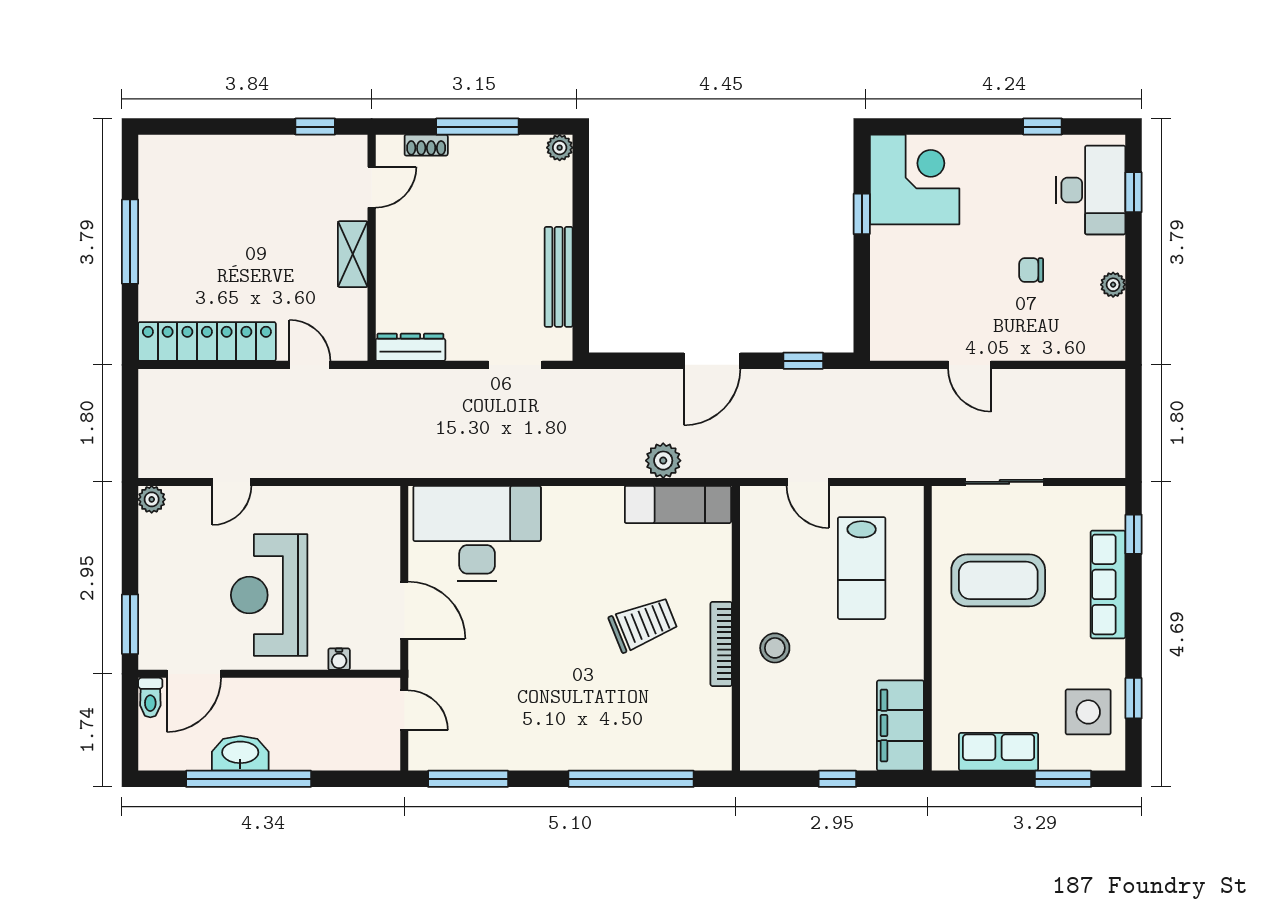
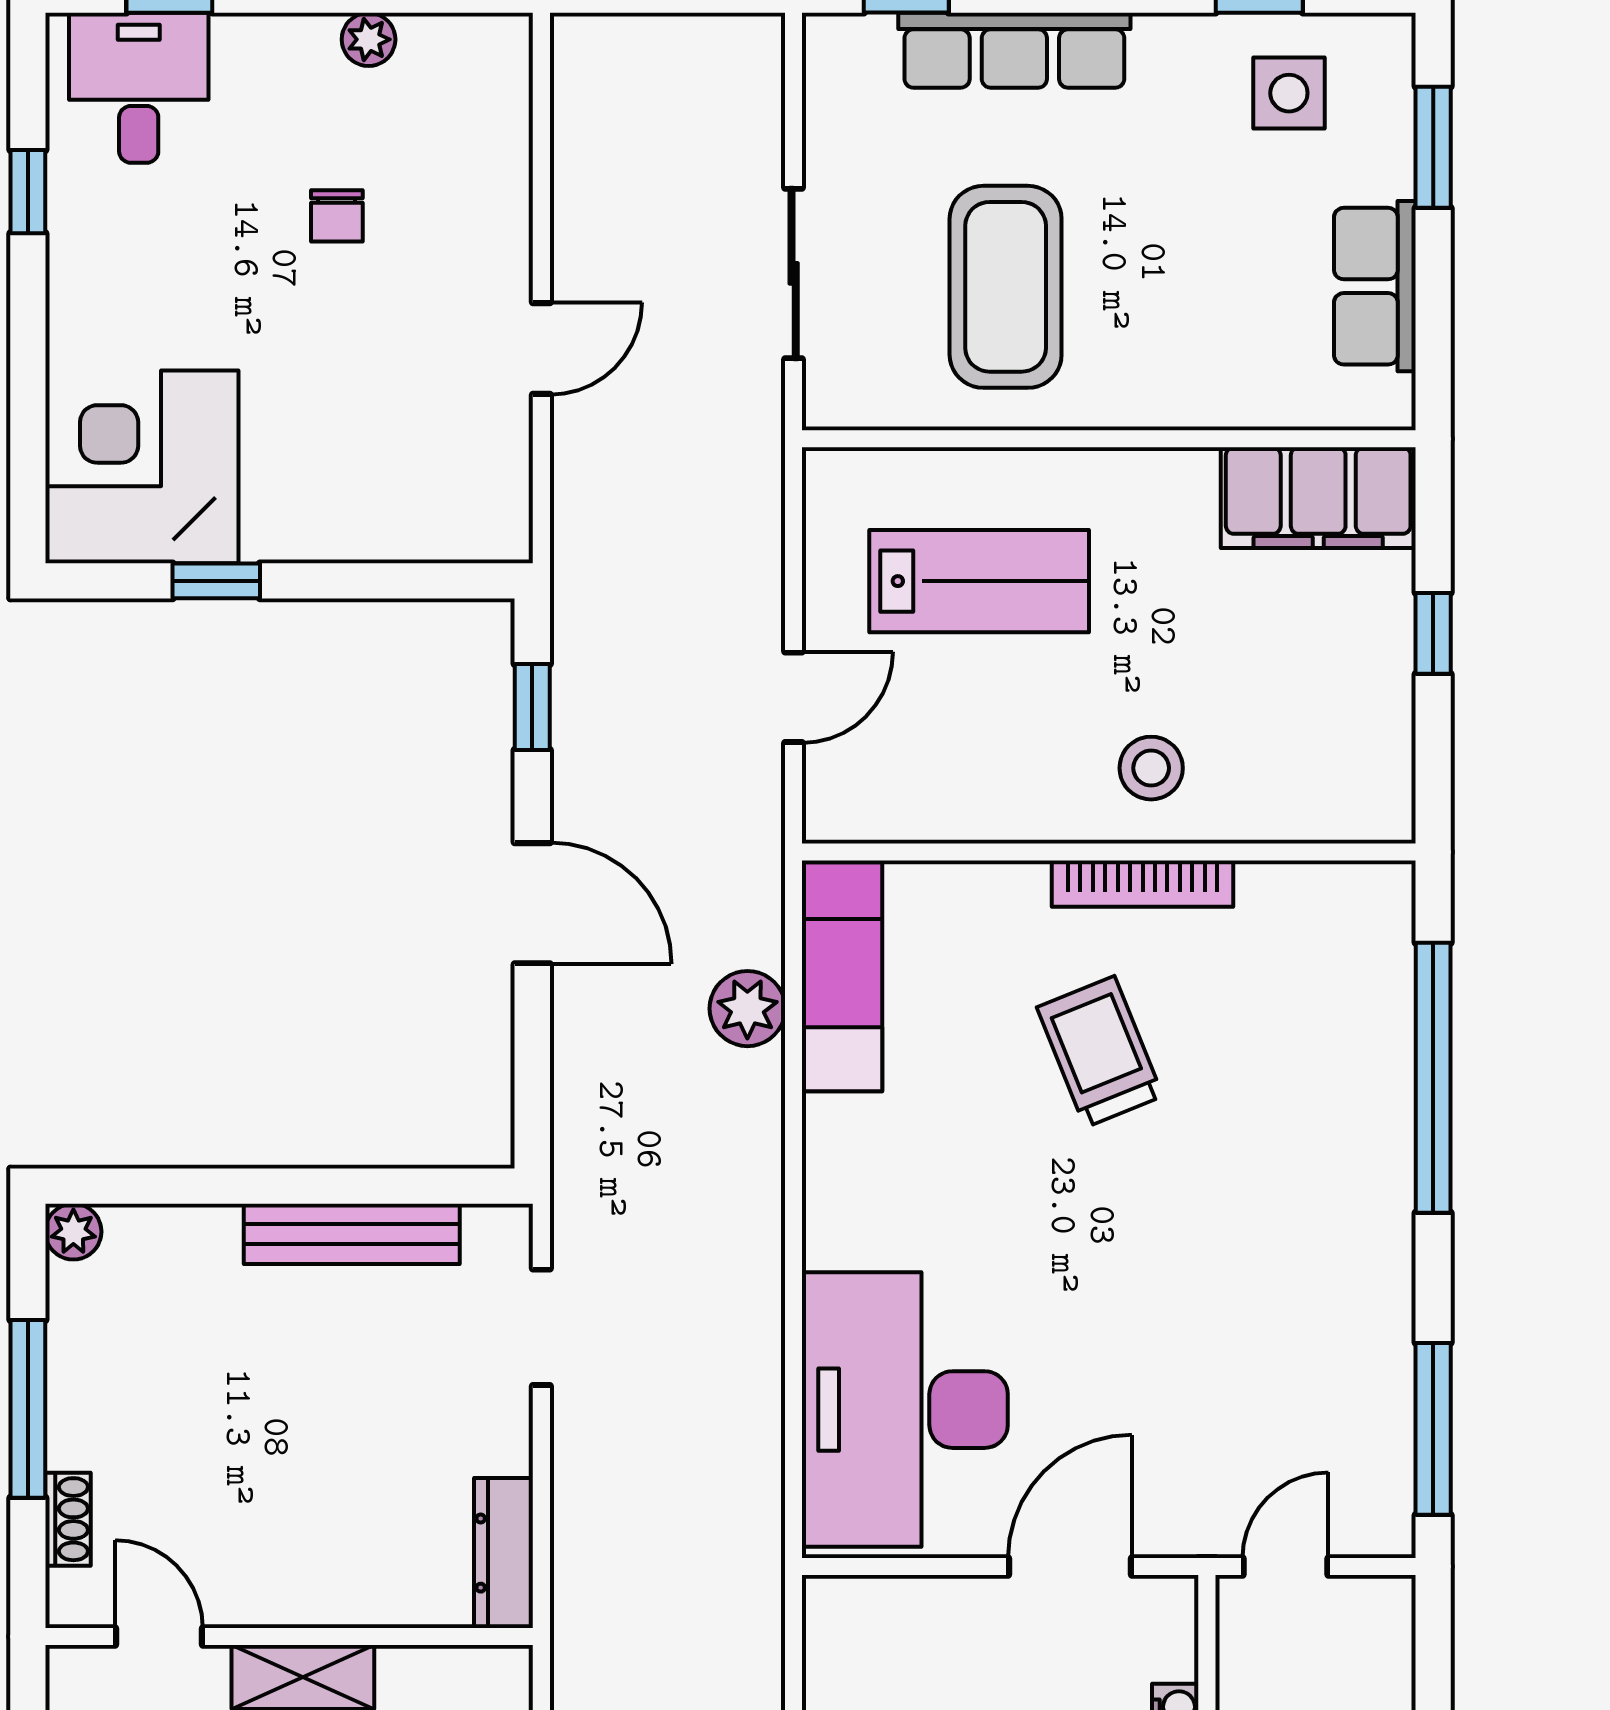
desk: (1091, 190) -> (139, 88), width x0.73
side table: (1088, 712) -> (1289, 93), width x0.73, depth x0.73

